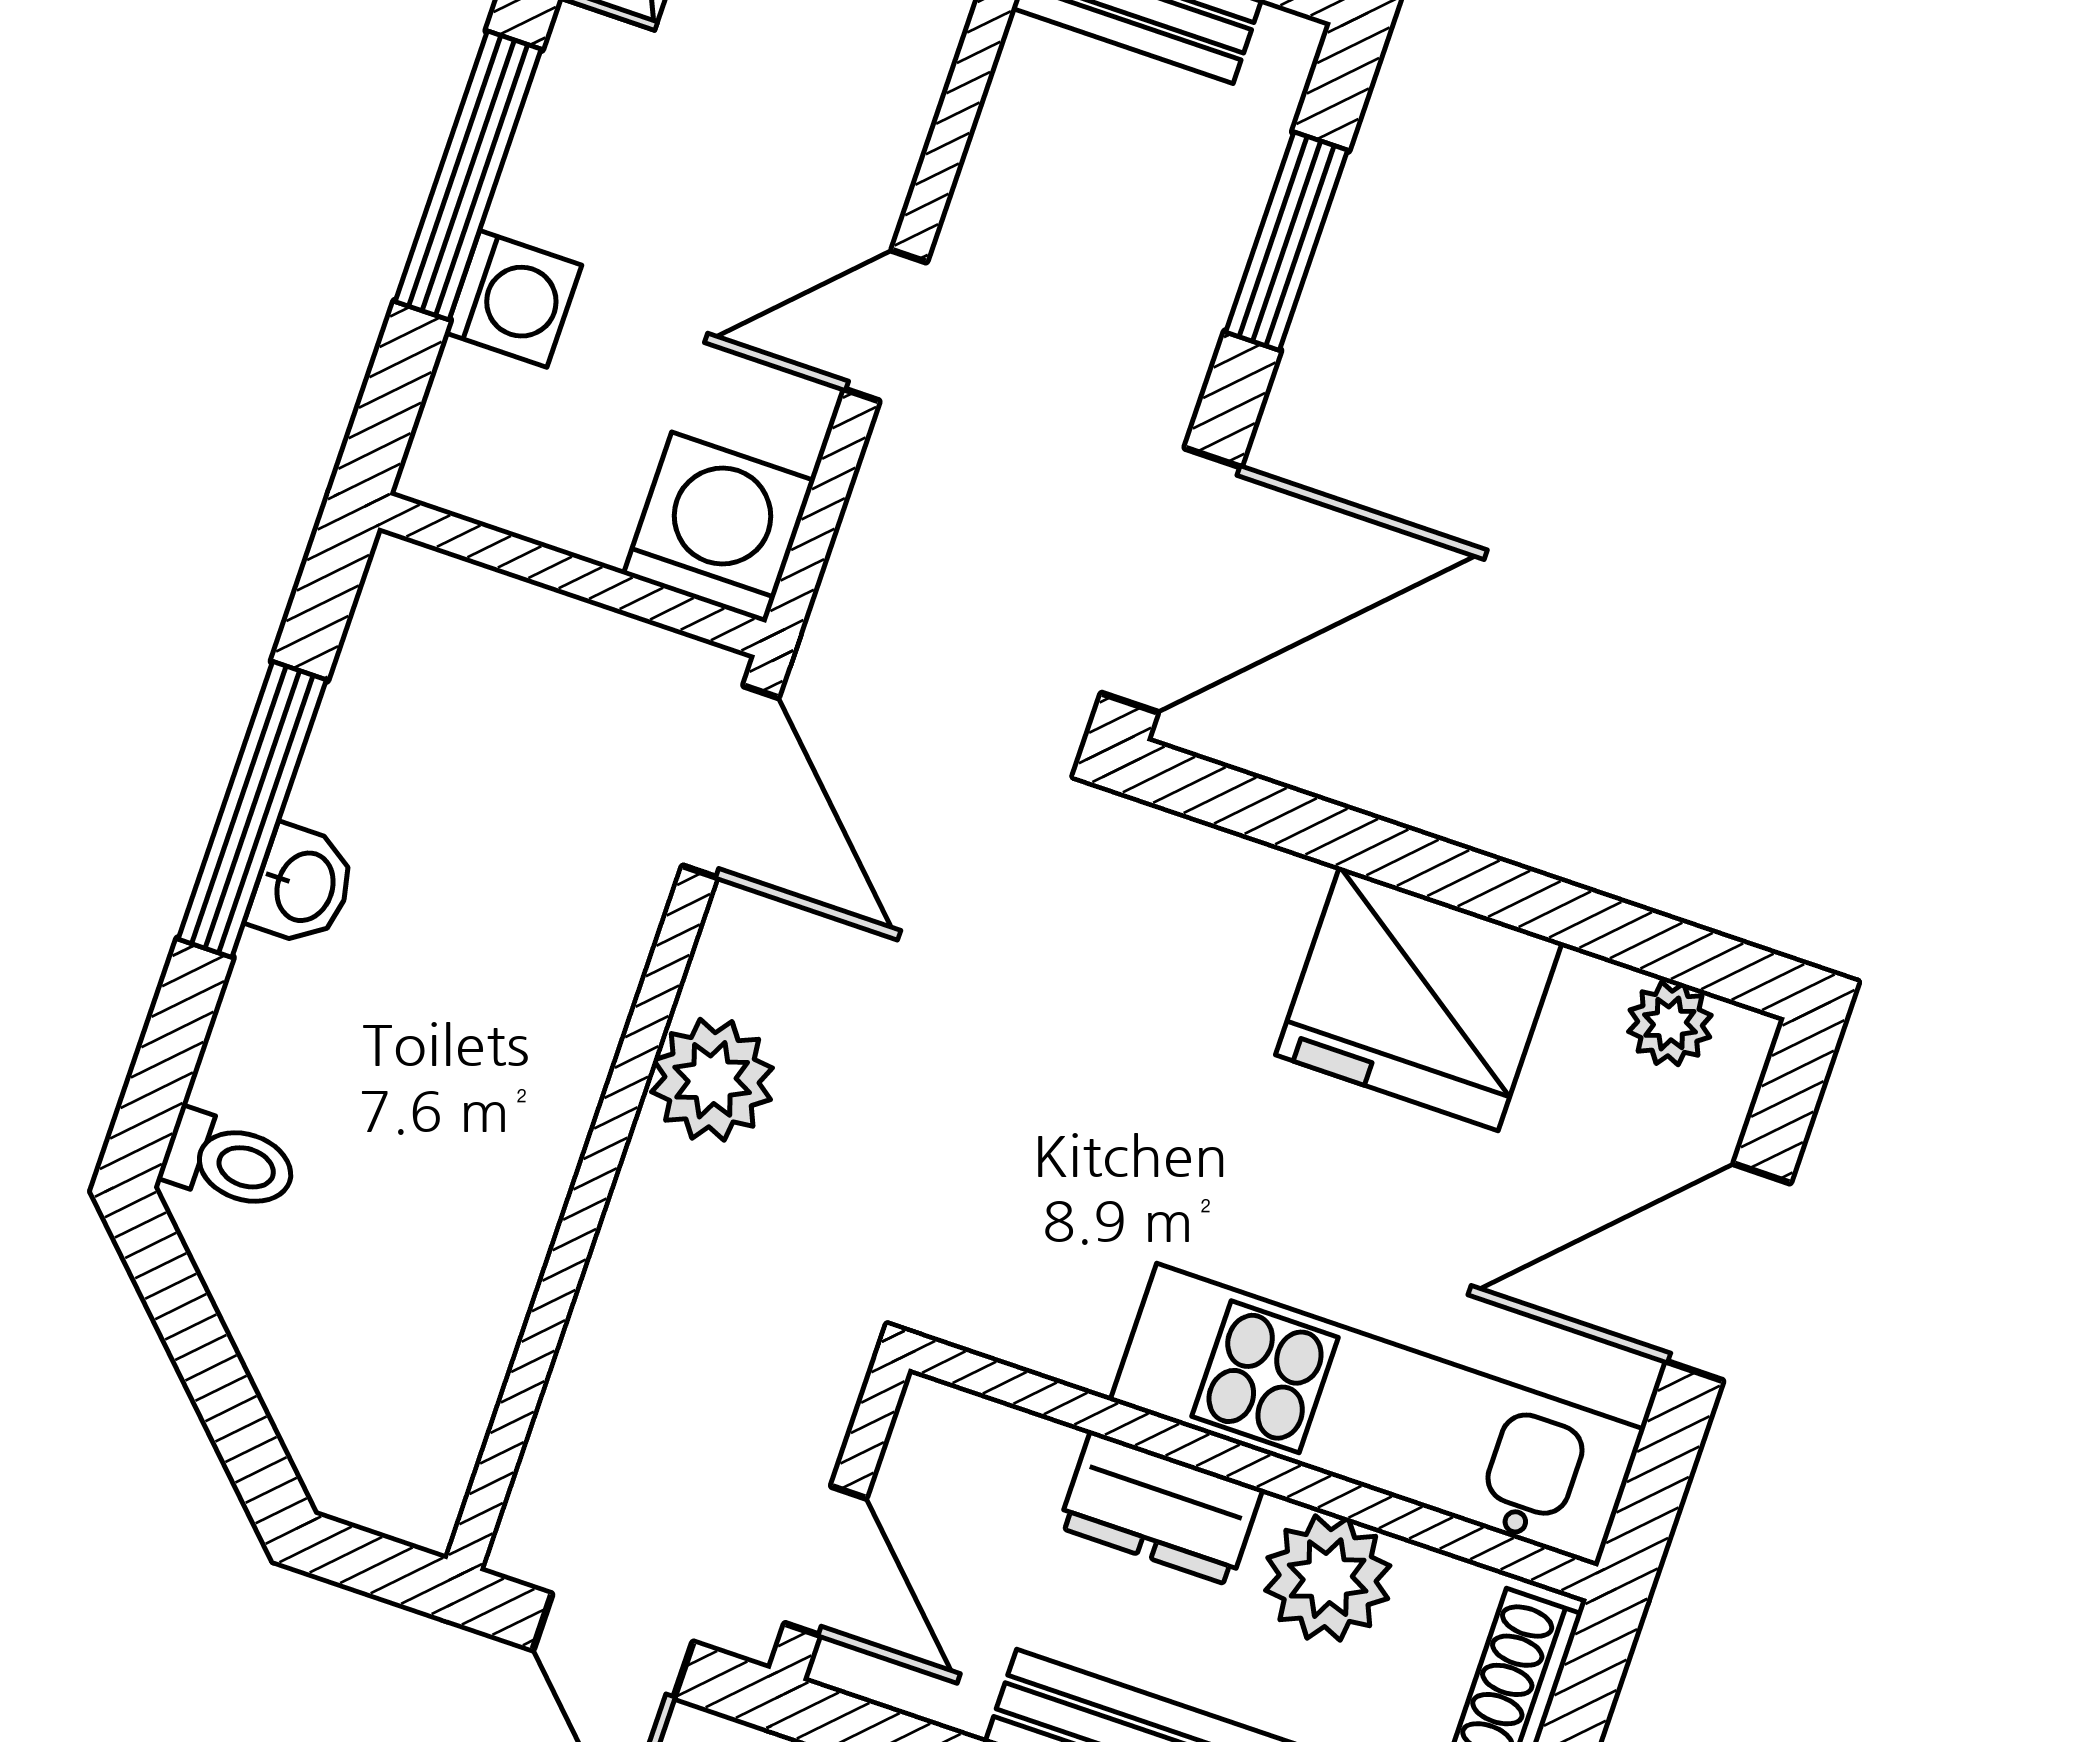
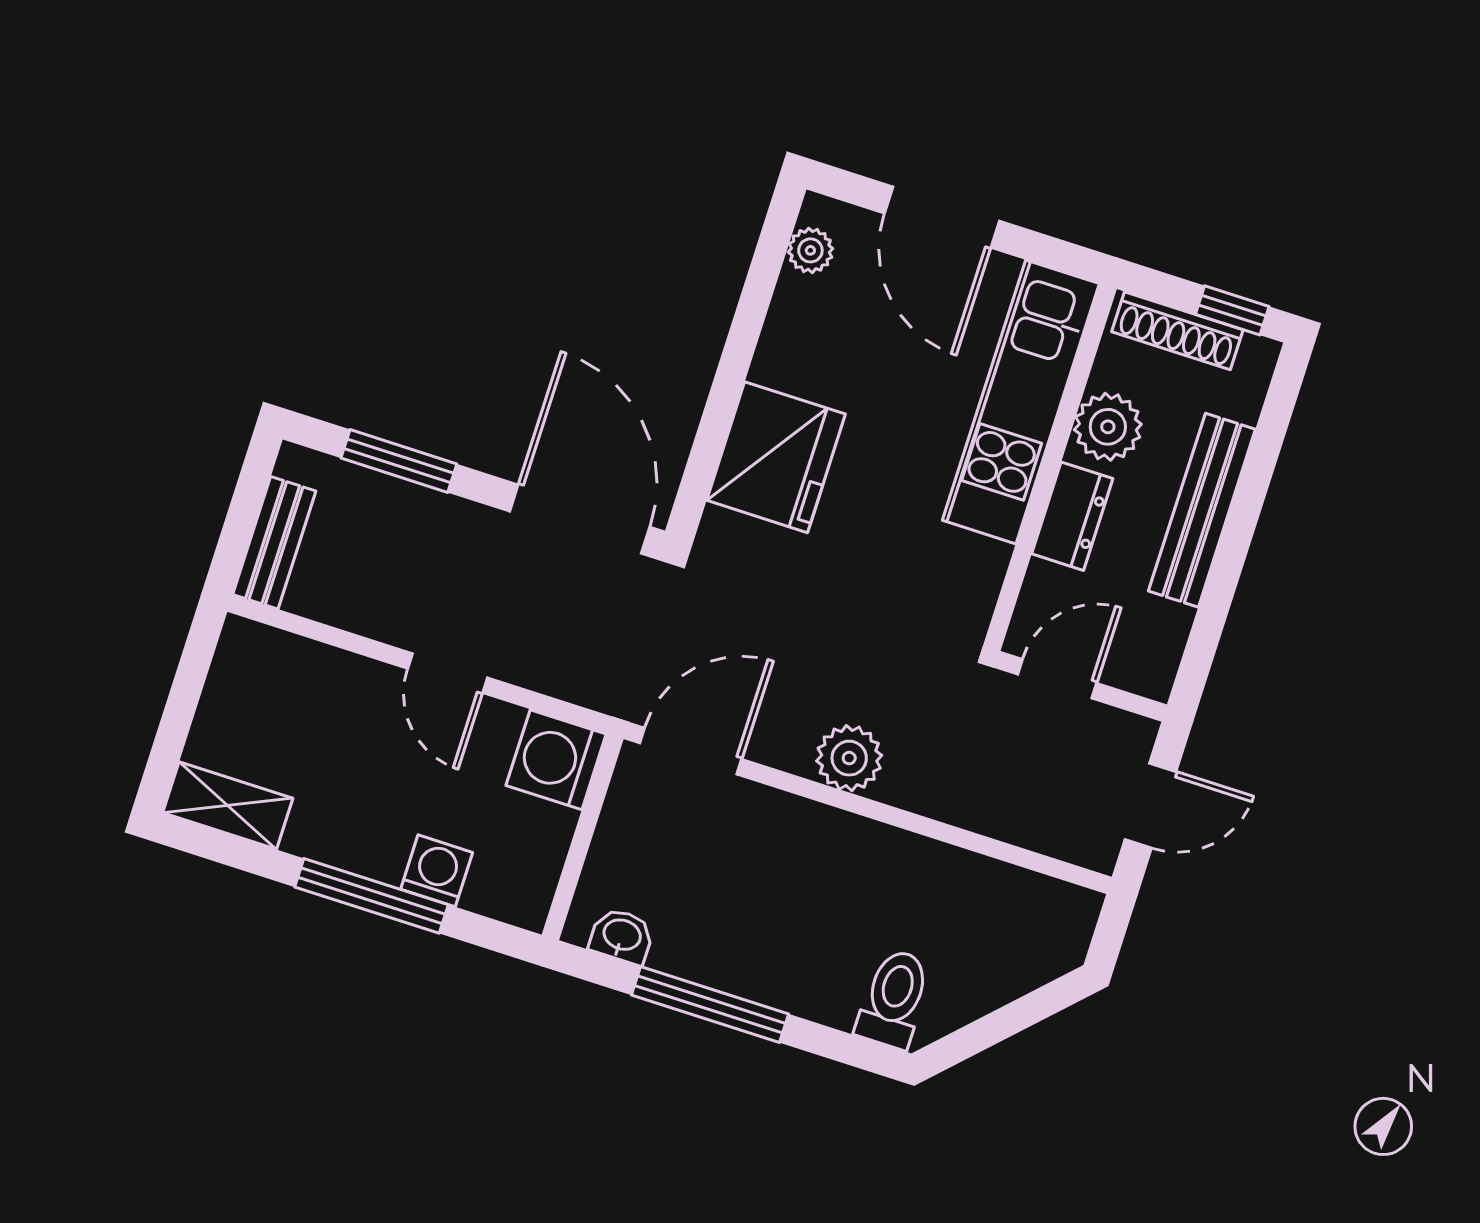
washbasin: (303, 886) -> (622, 936), moved
fridge: (1419, 999) -> (776, 457), moved
toilet: (229, 1162) -> (894, 999), width x1.37, depth x1.39
door: (825, 1561) -> (1057, 679), moved

